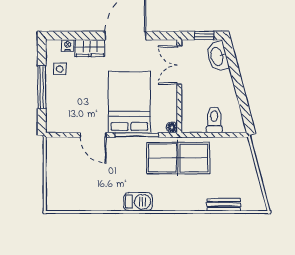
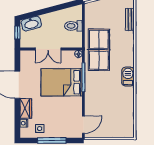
double door: (179, 65) -> (48, 49), moved
door: (93, 135) -> (83, 125), moved

